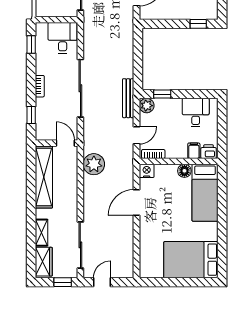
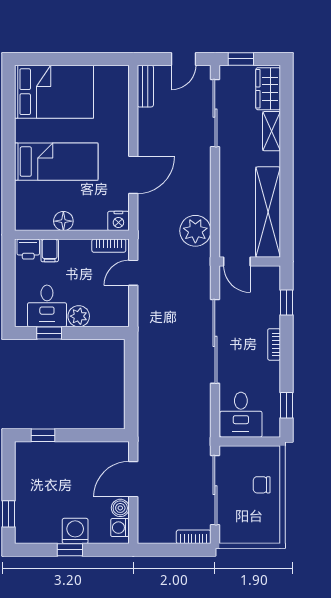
window: (162, 94) -> (49, 333), moved
bench: (128, 98) -> (145, 86), moved, width x0.73
plant: (147, 106) -> (79, 316), moved
bed: (205, 193) -> (56, 162), moved, turned 90

